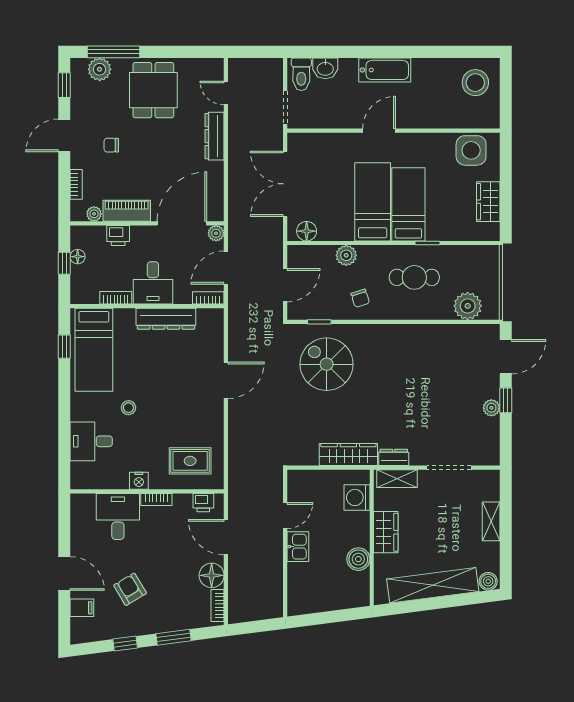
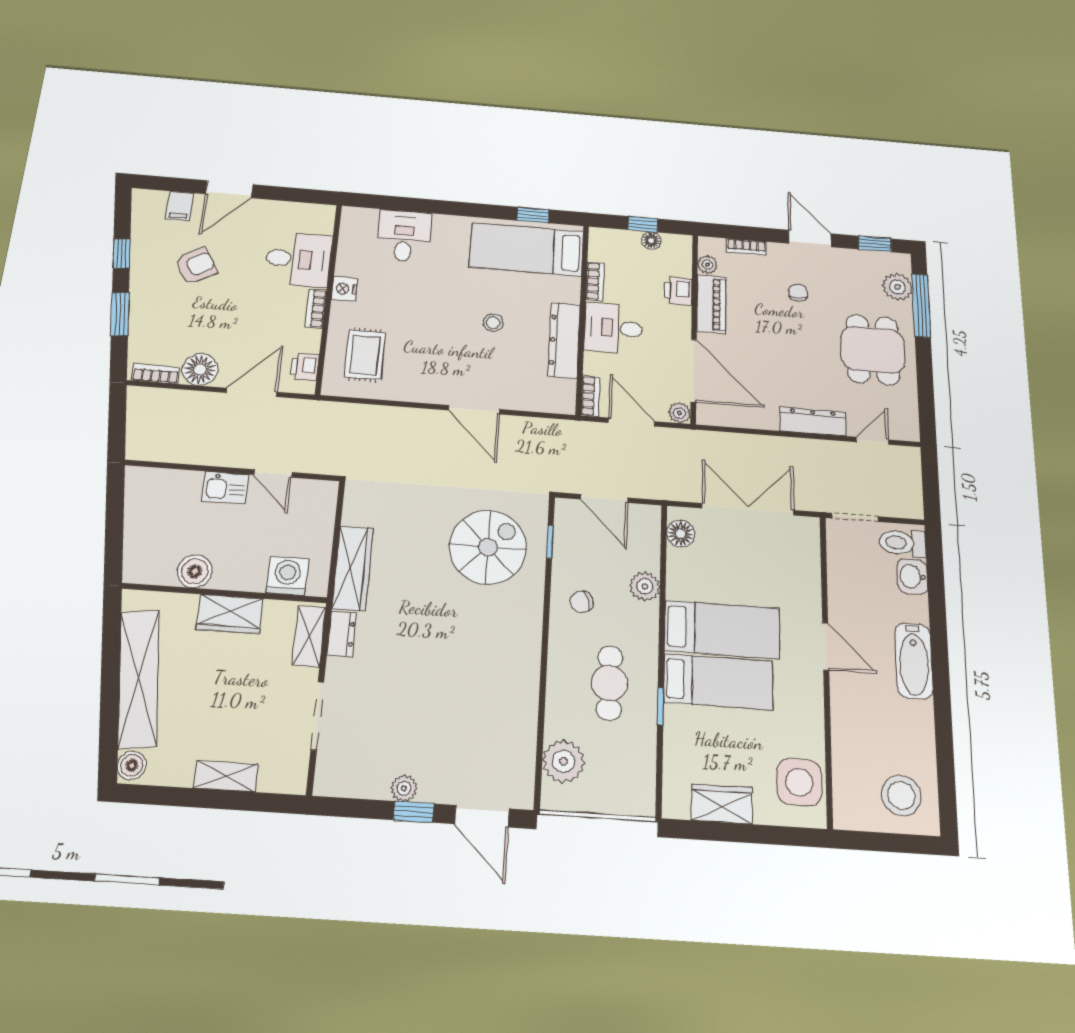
dining table: (153, 90) -> (873, 350), turned 90
stool: (128, 408) -> (493, 323), moved

